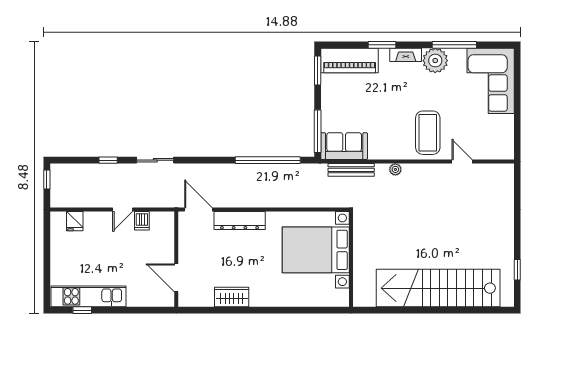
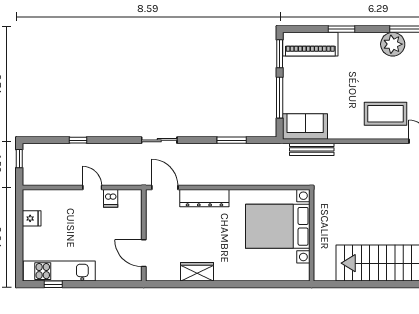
fireplace: (406, 55) -> (364, 39), removed
window: (318, 131) -> (280, 98), moved
coffee table: (428, 133) -> (386, 114), turned 90
sliding door: (155, 160) -> (159, 140), moved
window: (268, 160) -> (232, 140), width x0.47
plant: (395, 169) -> (354, 149), removed
door: (123, 210) -> (92, 188), swing flipped
fridge: (75, 221) -> (32, 218), moved, turned -90

